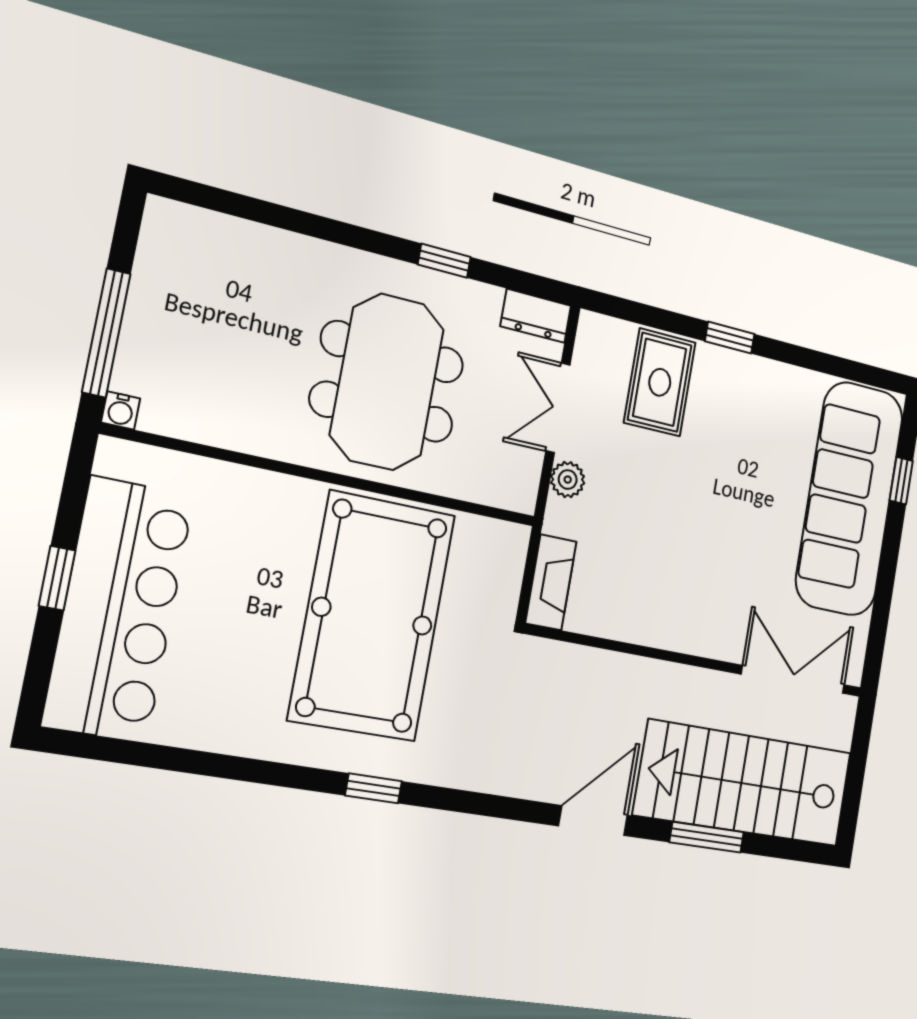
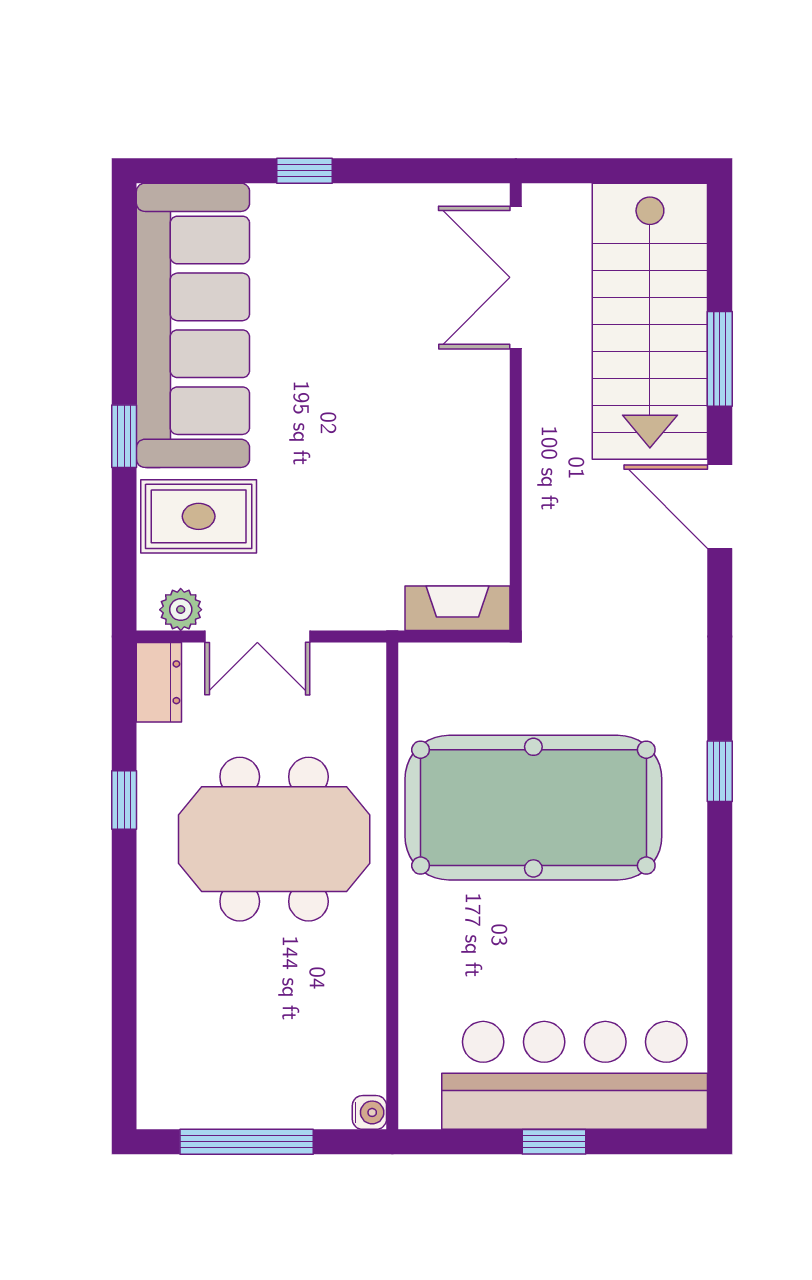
window: (106, 333) -> (247, 1142), moved
plant: (568, 480) -> (181, 610), moved
window: (901, 481) -> (304, 171), moved
sofa: (850, 499) -> (193, 325), moved, turned -90

